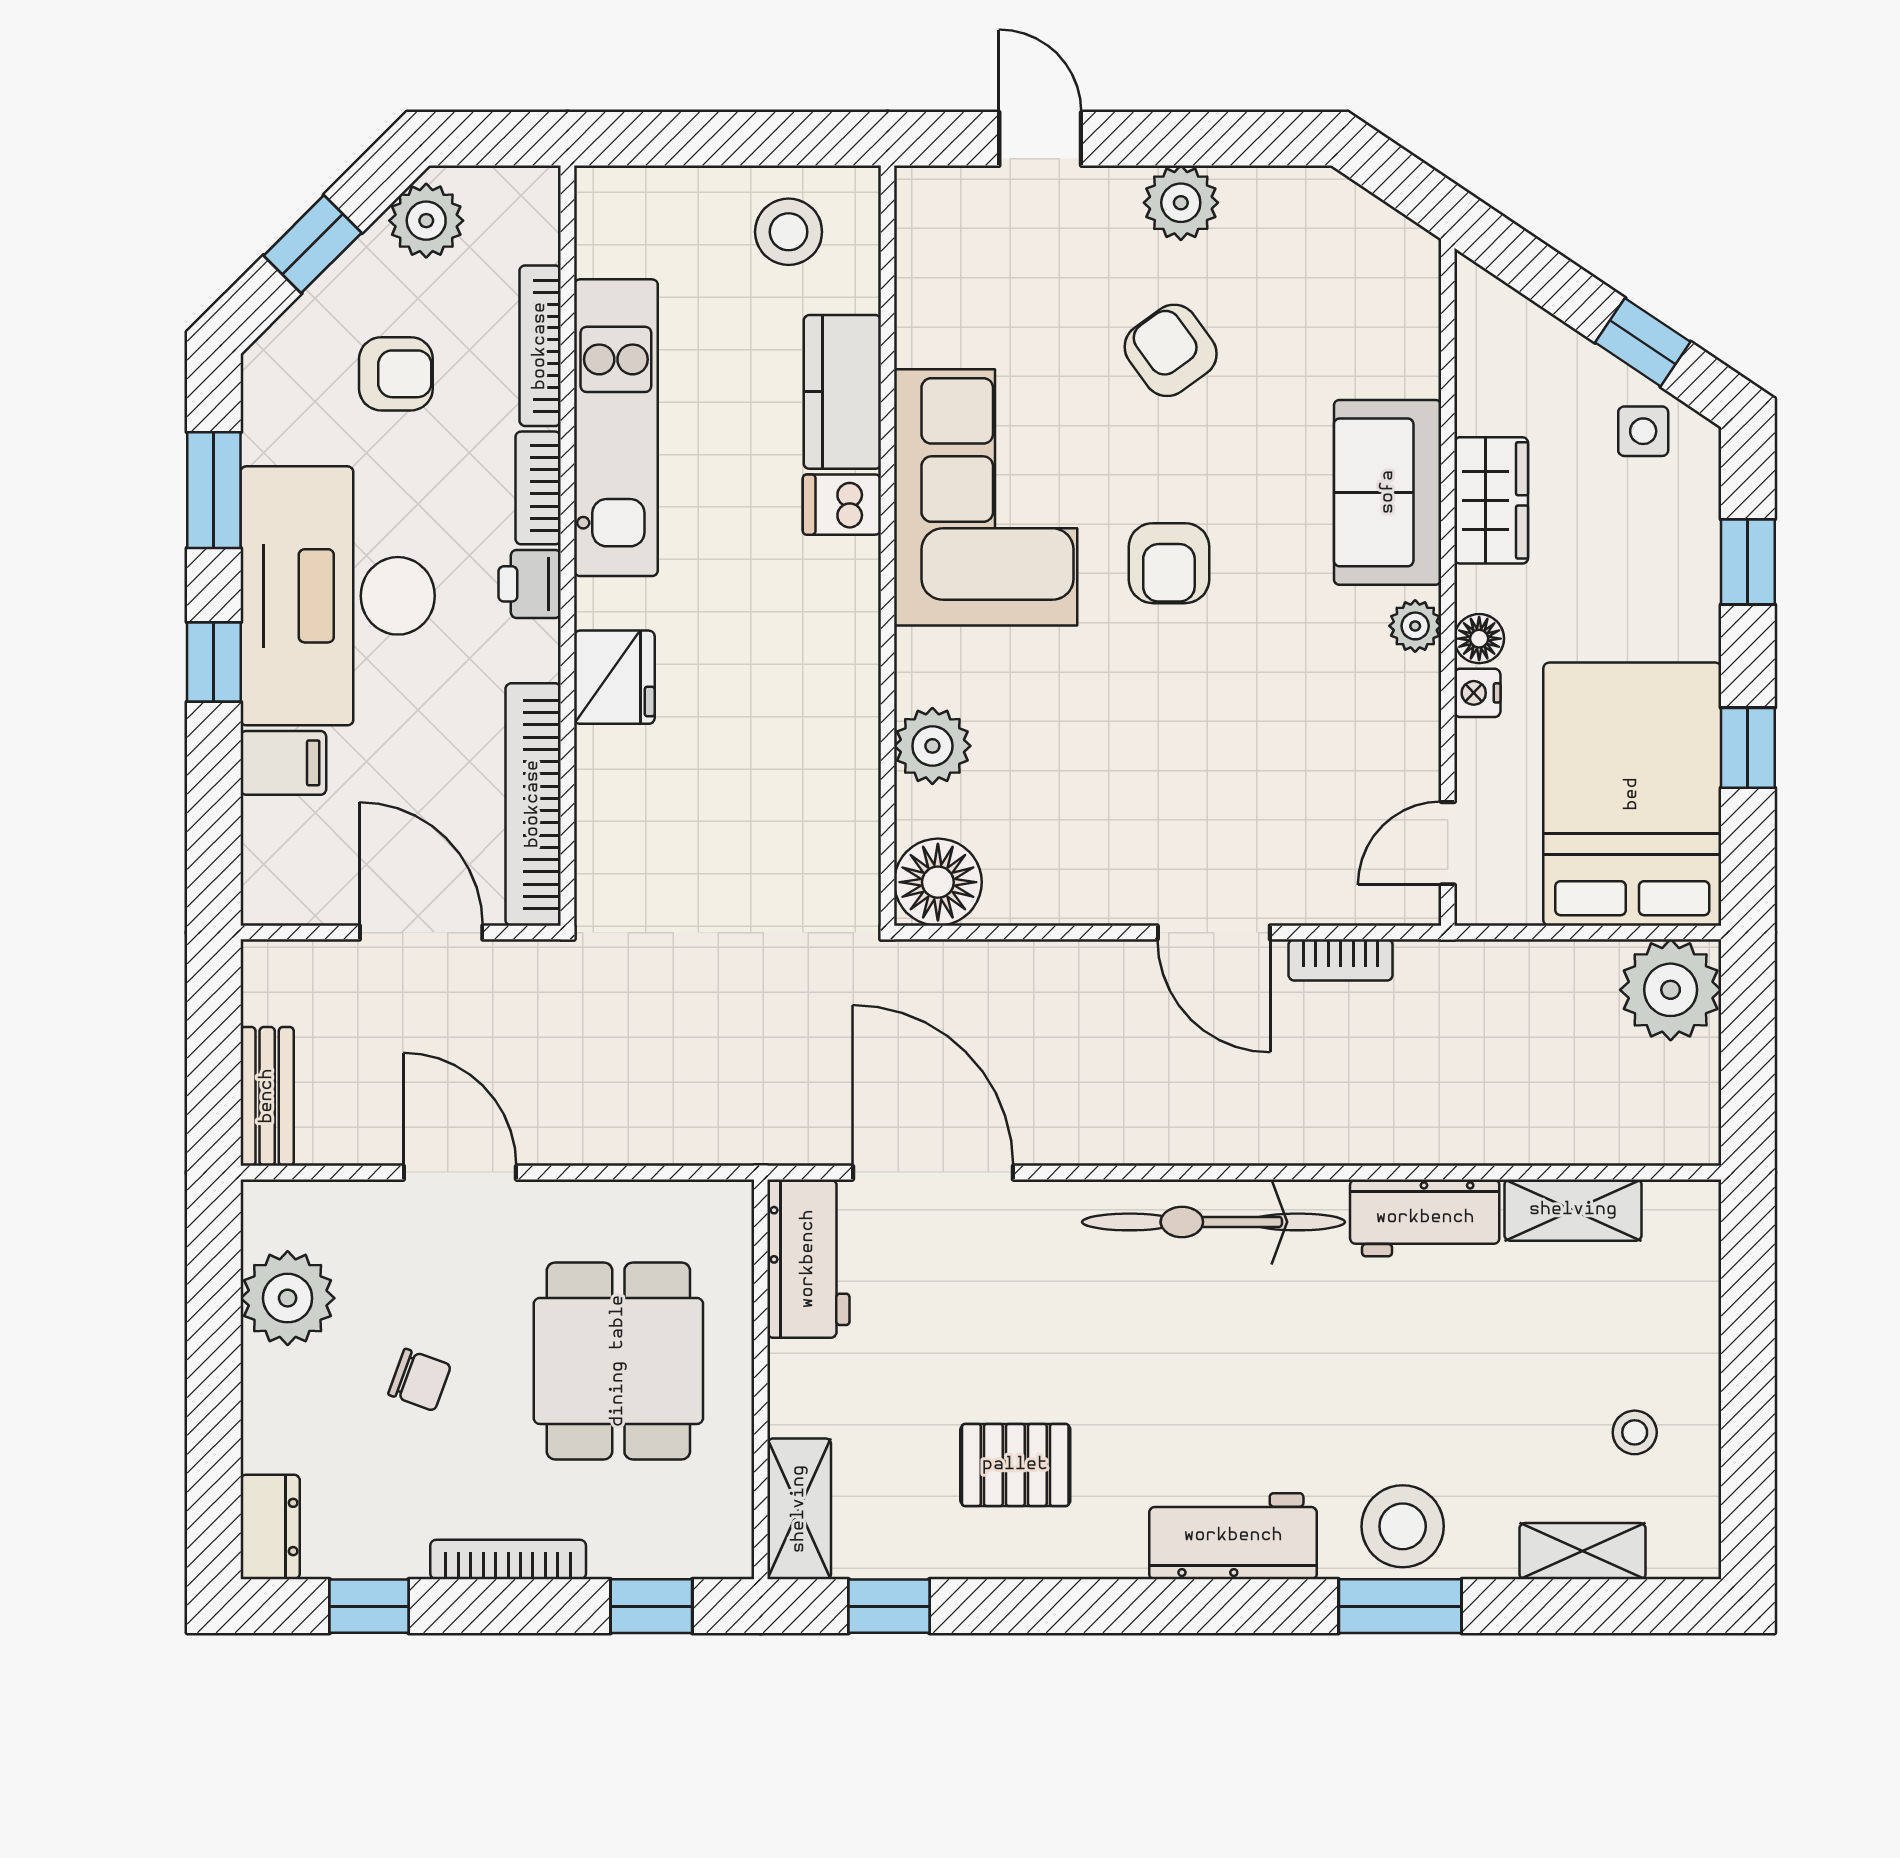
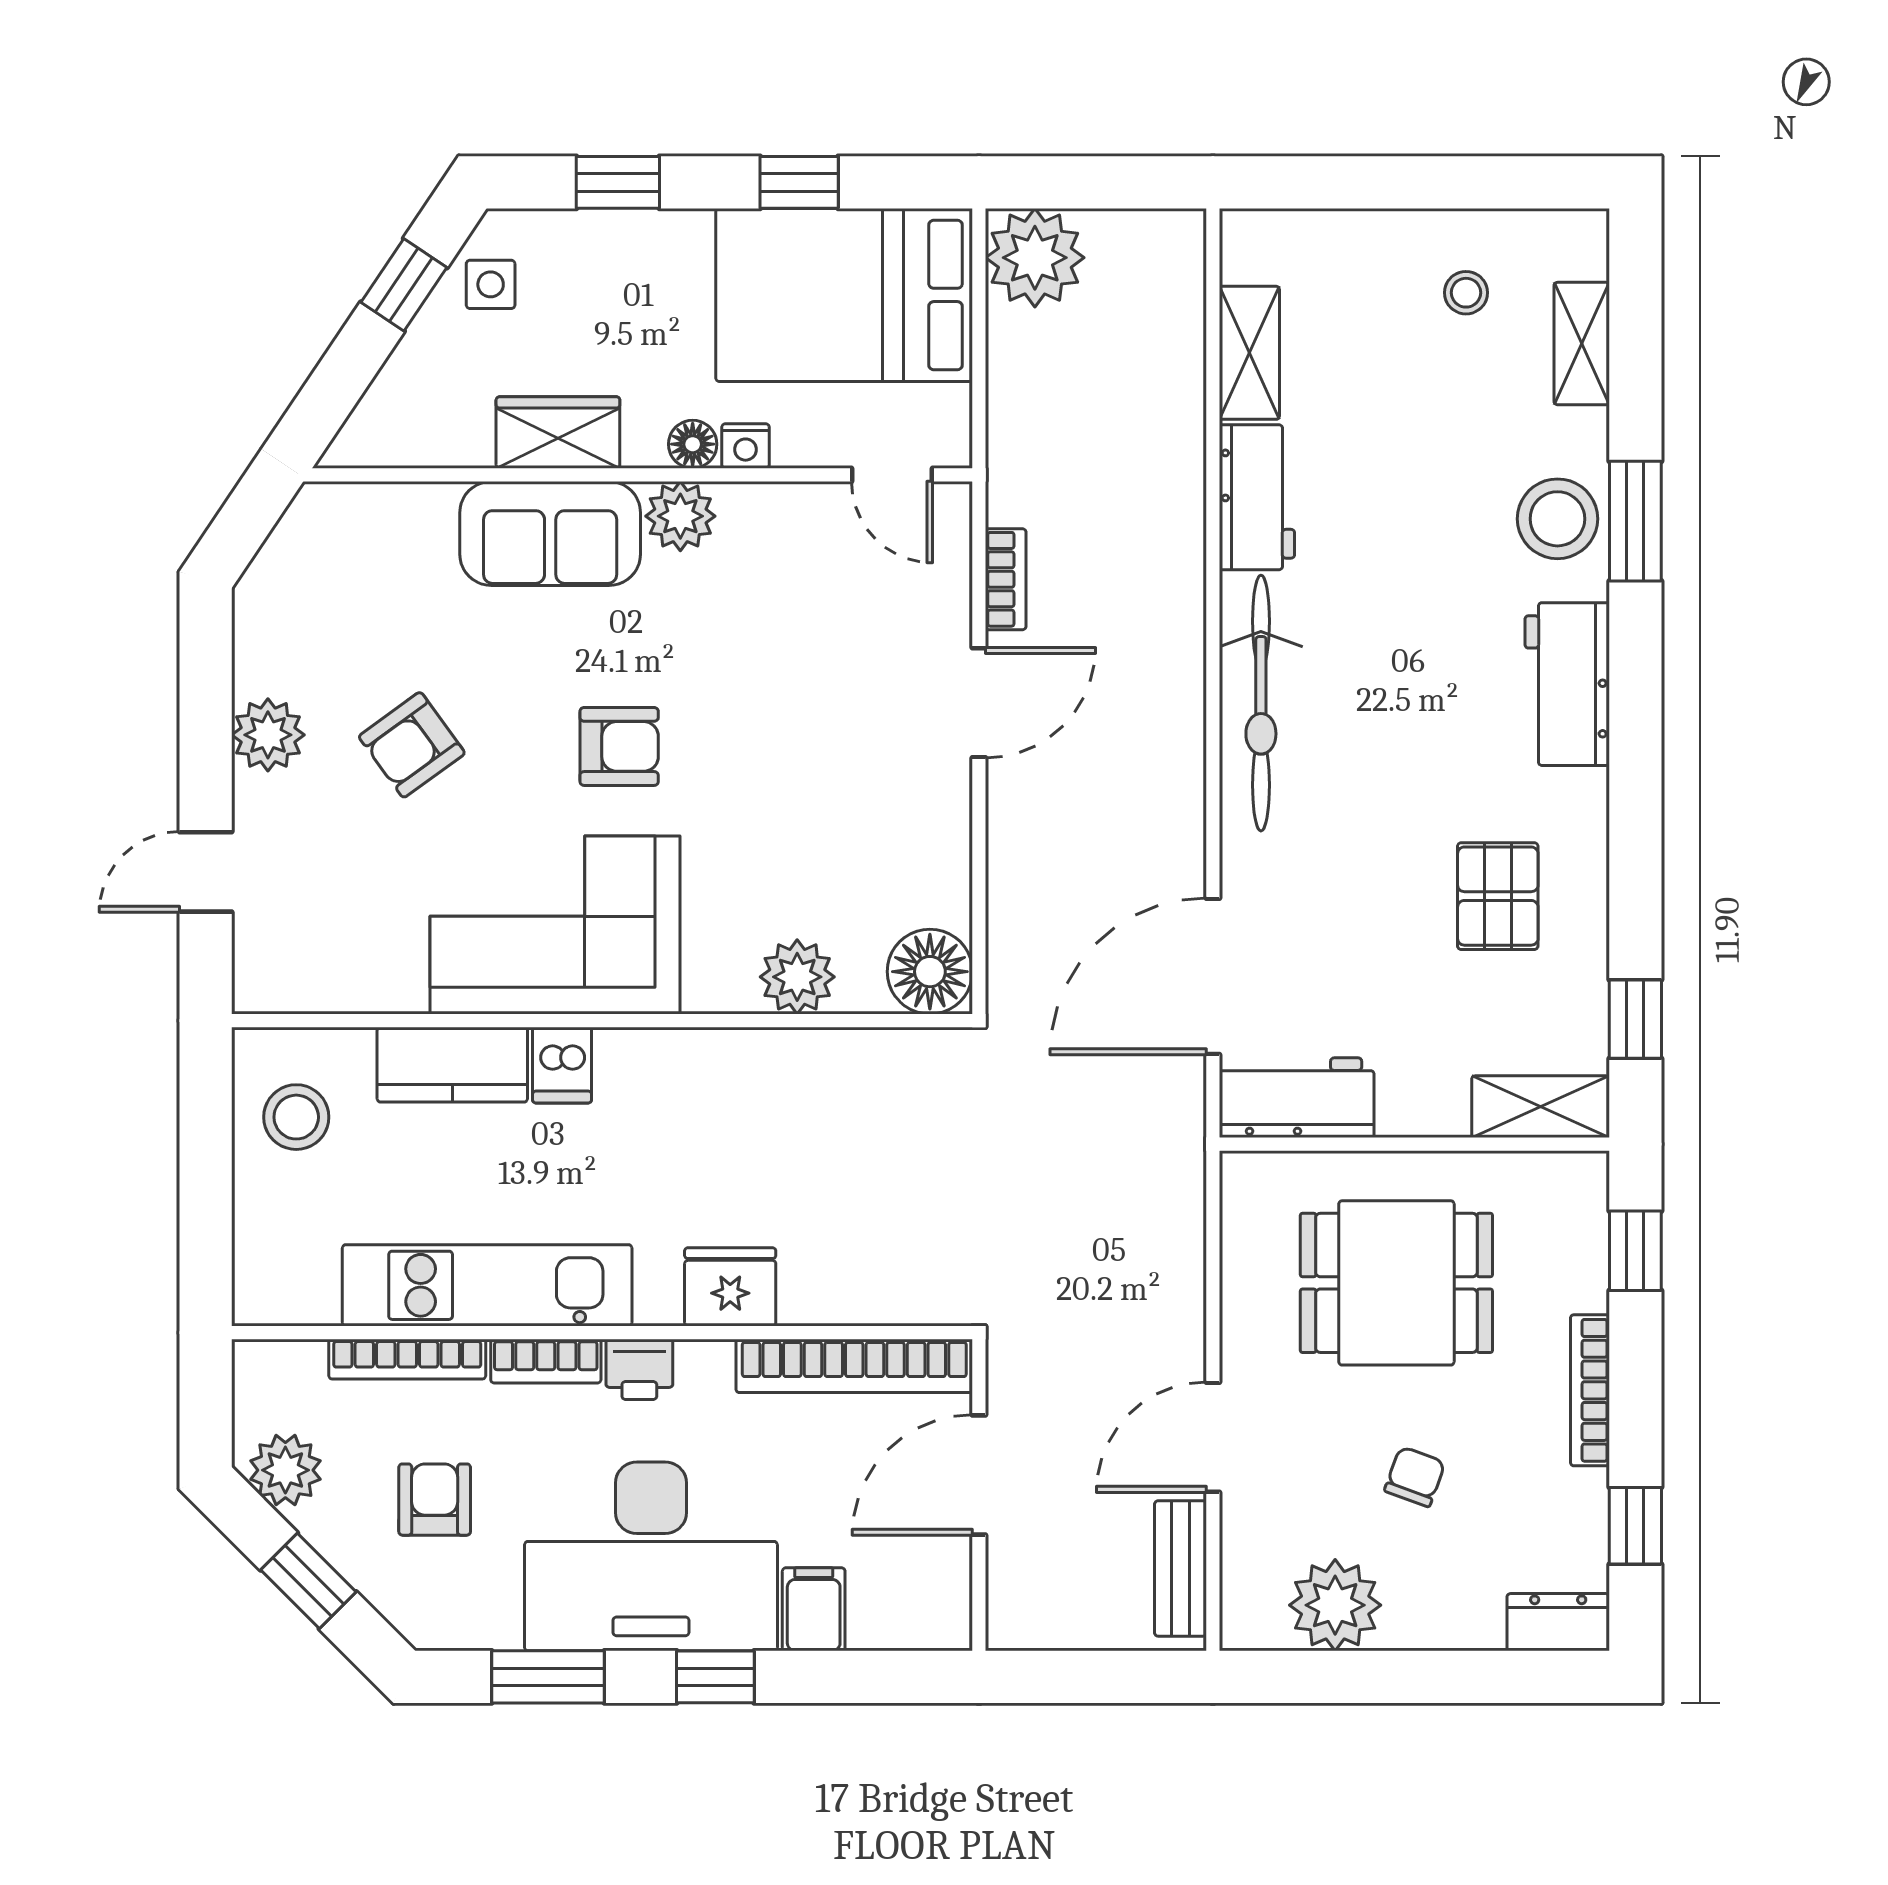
plant: (1415, 626) -> (680, 516), width x1.38, depth x1.38
bench: (267, 1096) -> (1181, 1568), moved, turned 90

